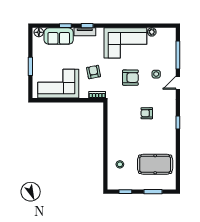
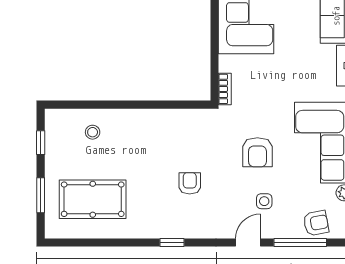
armchair: (94, 72) -> (316, 223), moved
door: (178, 83) -> (248, 243), hinge flipped
pool table: (155, 164) -> (93, 199), turned 90

